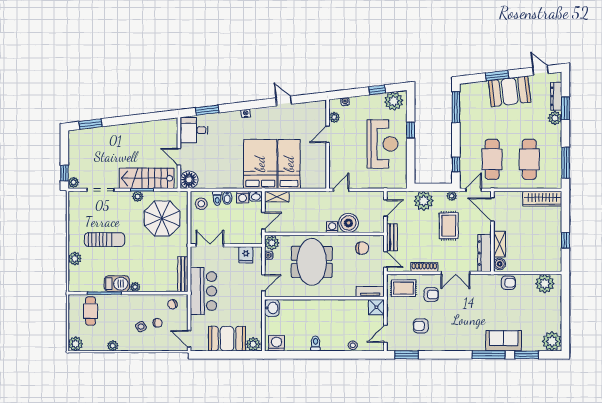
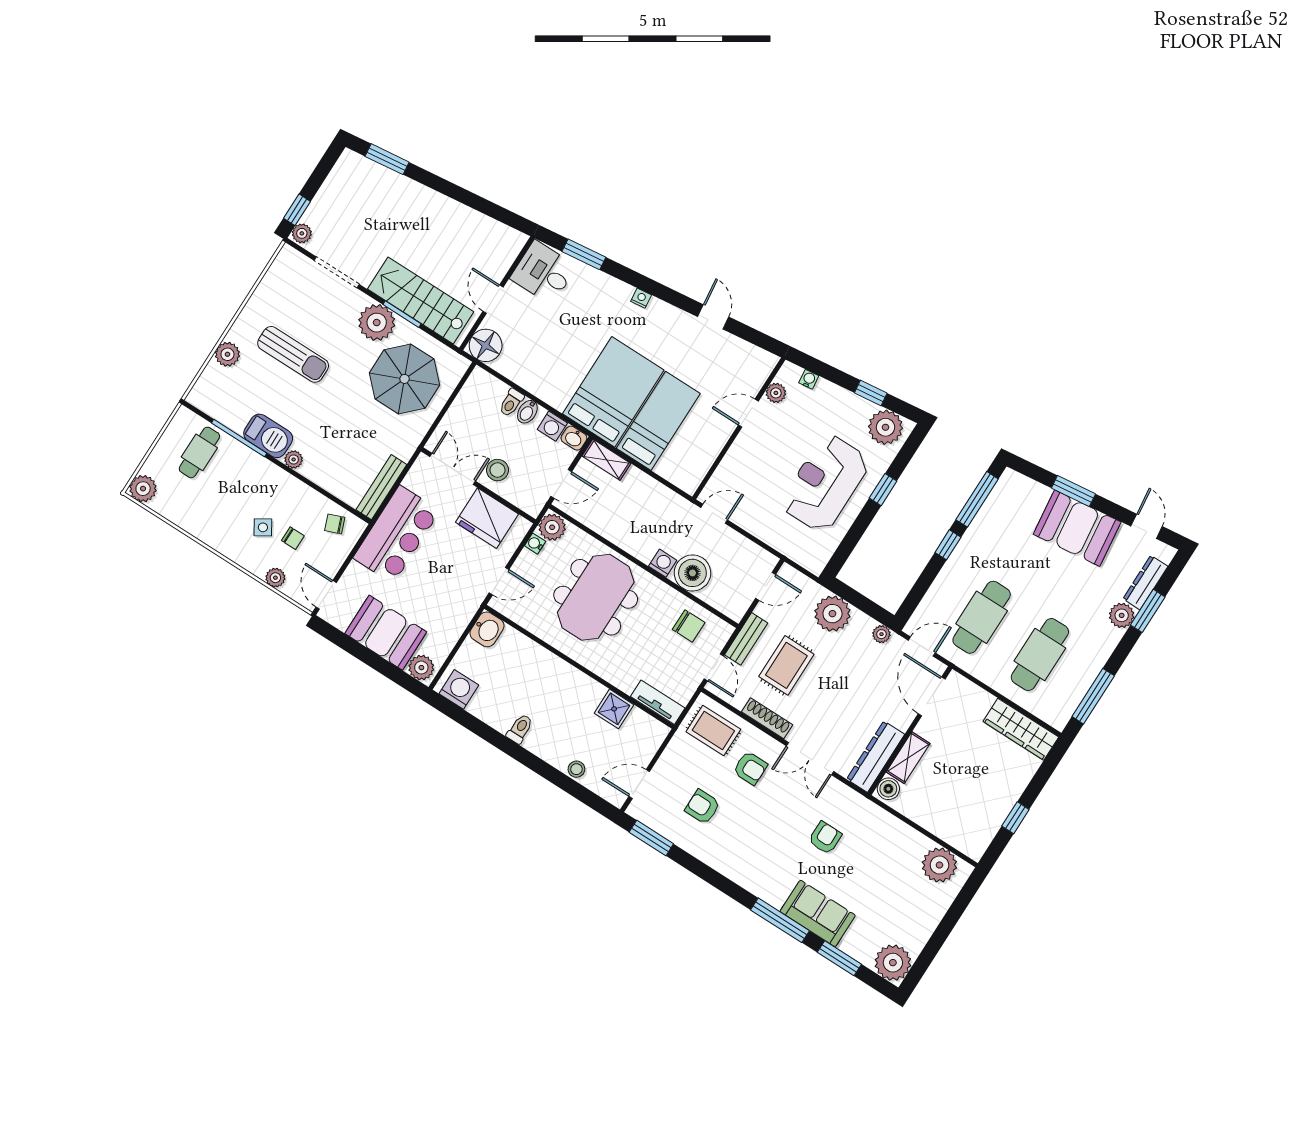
reception desk: (383, 144) -> (825, 483), turned 180
window: (456, 164) -> (948, 545), moved
plant: (138, 196) -> (377, 323), width x1.87, depth x1.87
stool: (201, 204) -> (497, 470), moved
rug: (449, 226) -> (786, 665), moved
fridge: (246, 255) -> (487, 518), width x1.88, depth x1.34
armchair: (508, 283) -> (825, 838), moved, turned -90
shower: (376, 307) -> (614, 709), moved
plant: (113, 346) -> (275, 578), moved

